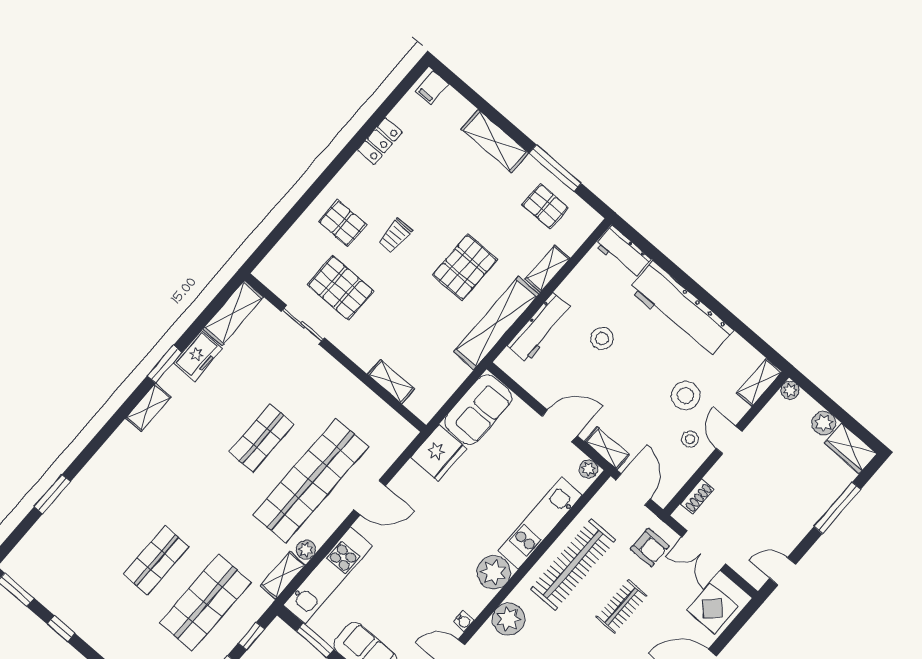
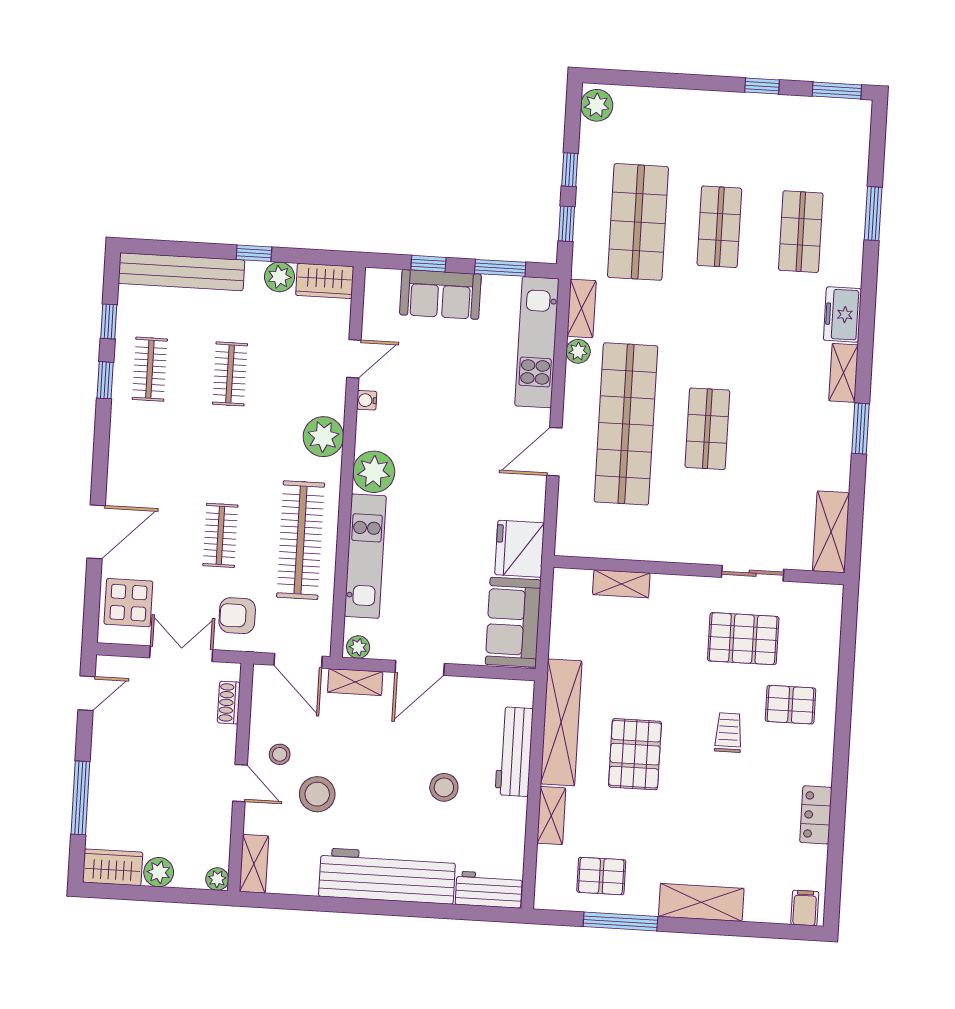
freezer: (198, 356) -> (842, 314), moved
shop shelf: (107, 518) -> (801, 232), added

